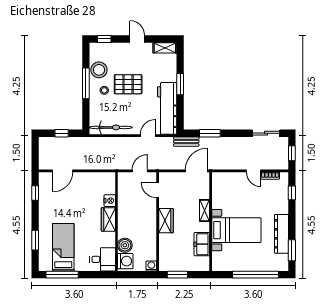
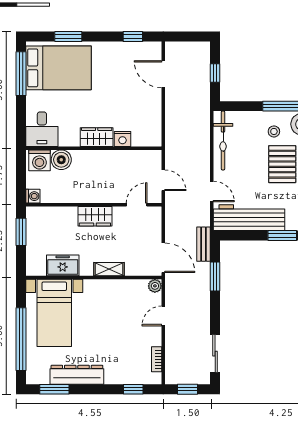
door: (254, 171) -> (163, 316), moved
plant: (217, 177) -> (155, 286), added
bed with nightstands: (236, 230) -> (54, 313), moved
bed: (63, 247) -> (58, 68), width x1.50

